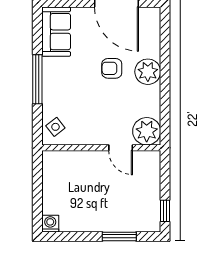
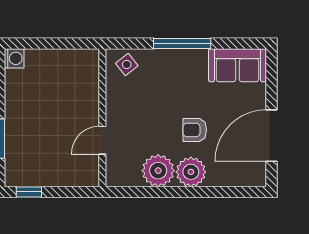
armchair: (112, 68) -> (195, 130), turned -90
plant: (147, 131) -> (158, 171), moved

